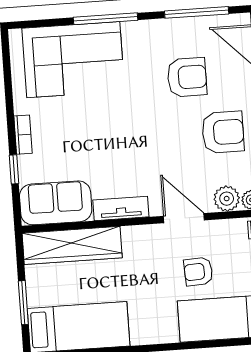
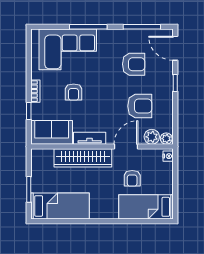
armchair: (88, 132) -> (74, 92), added
armchair: (223, 132) -> (140, 106), moved
door: (184, 218) -> (126, 146), hinge flipped
wardrobe: (72, 245) -> (83, 158), moved
armchair: (198, 272) -> (132, 178), turned -87

